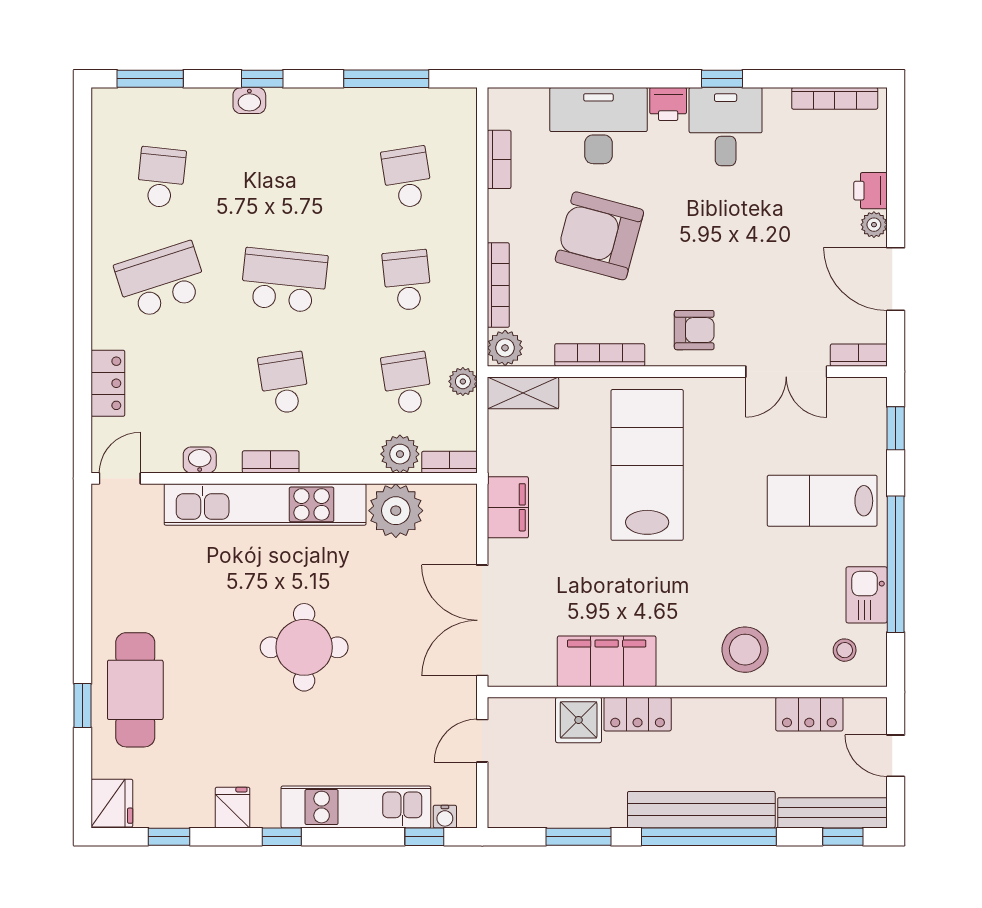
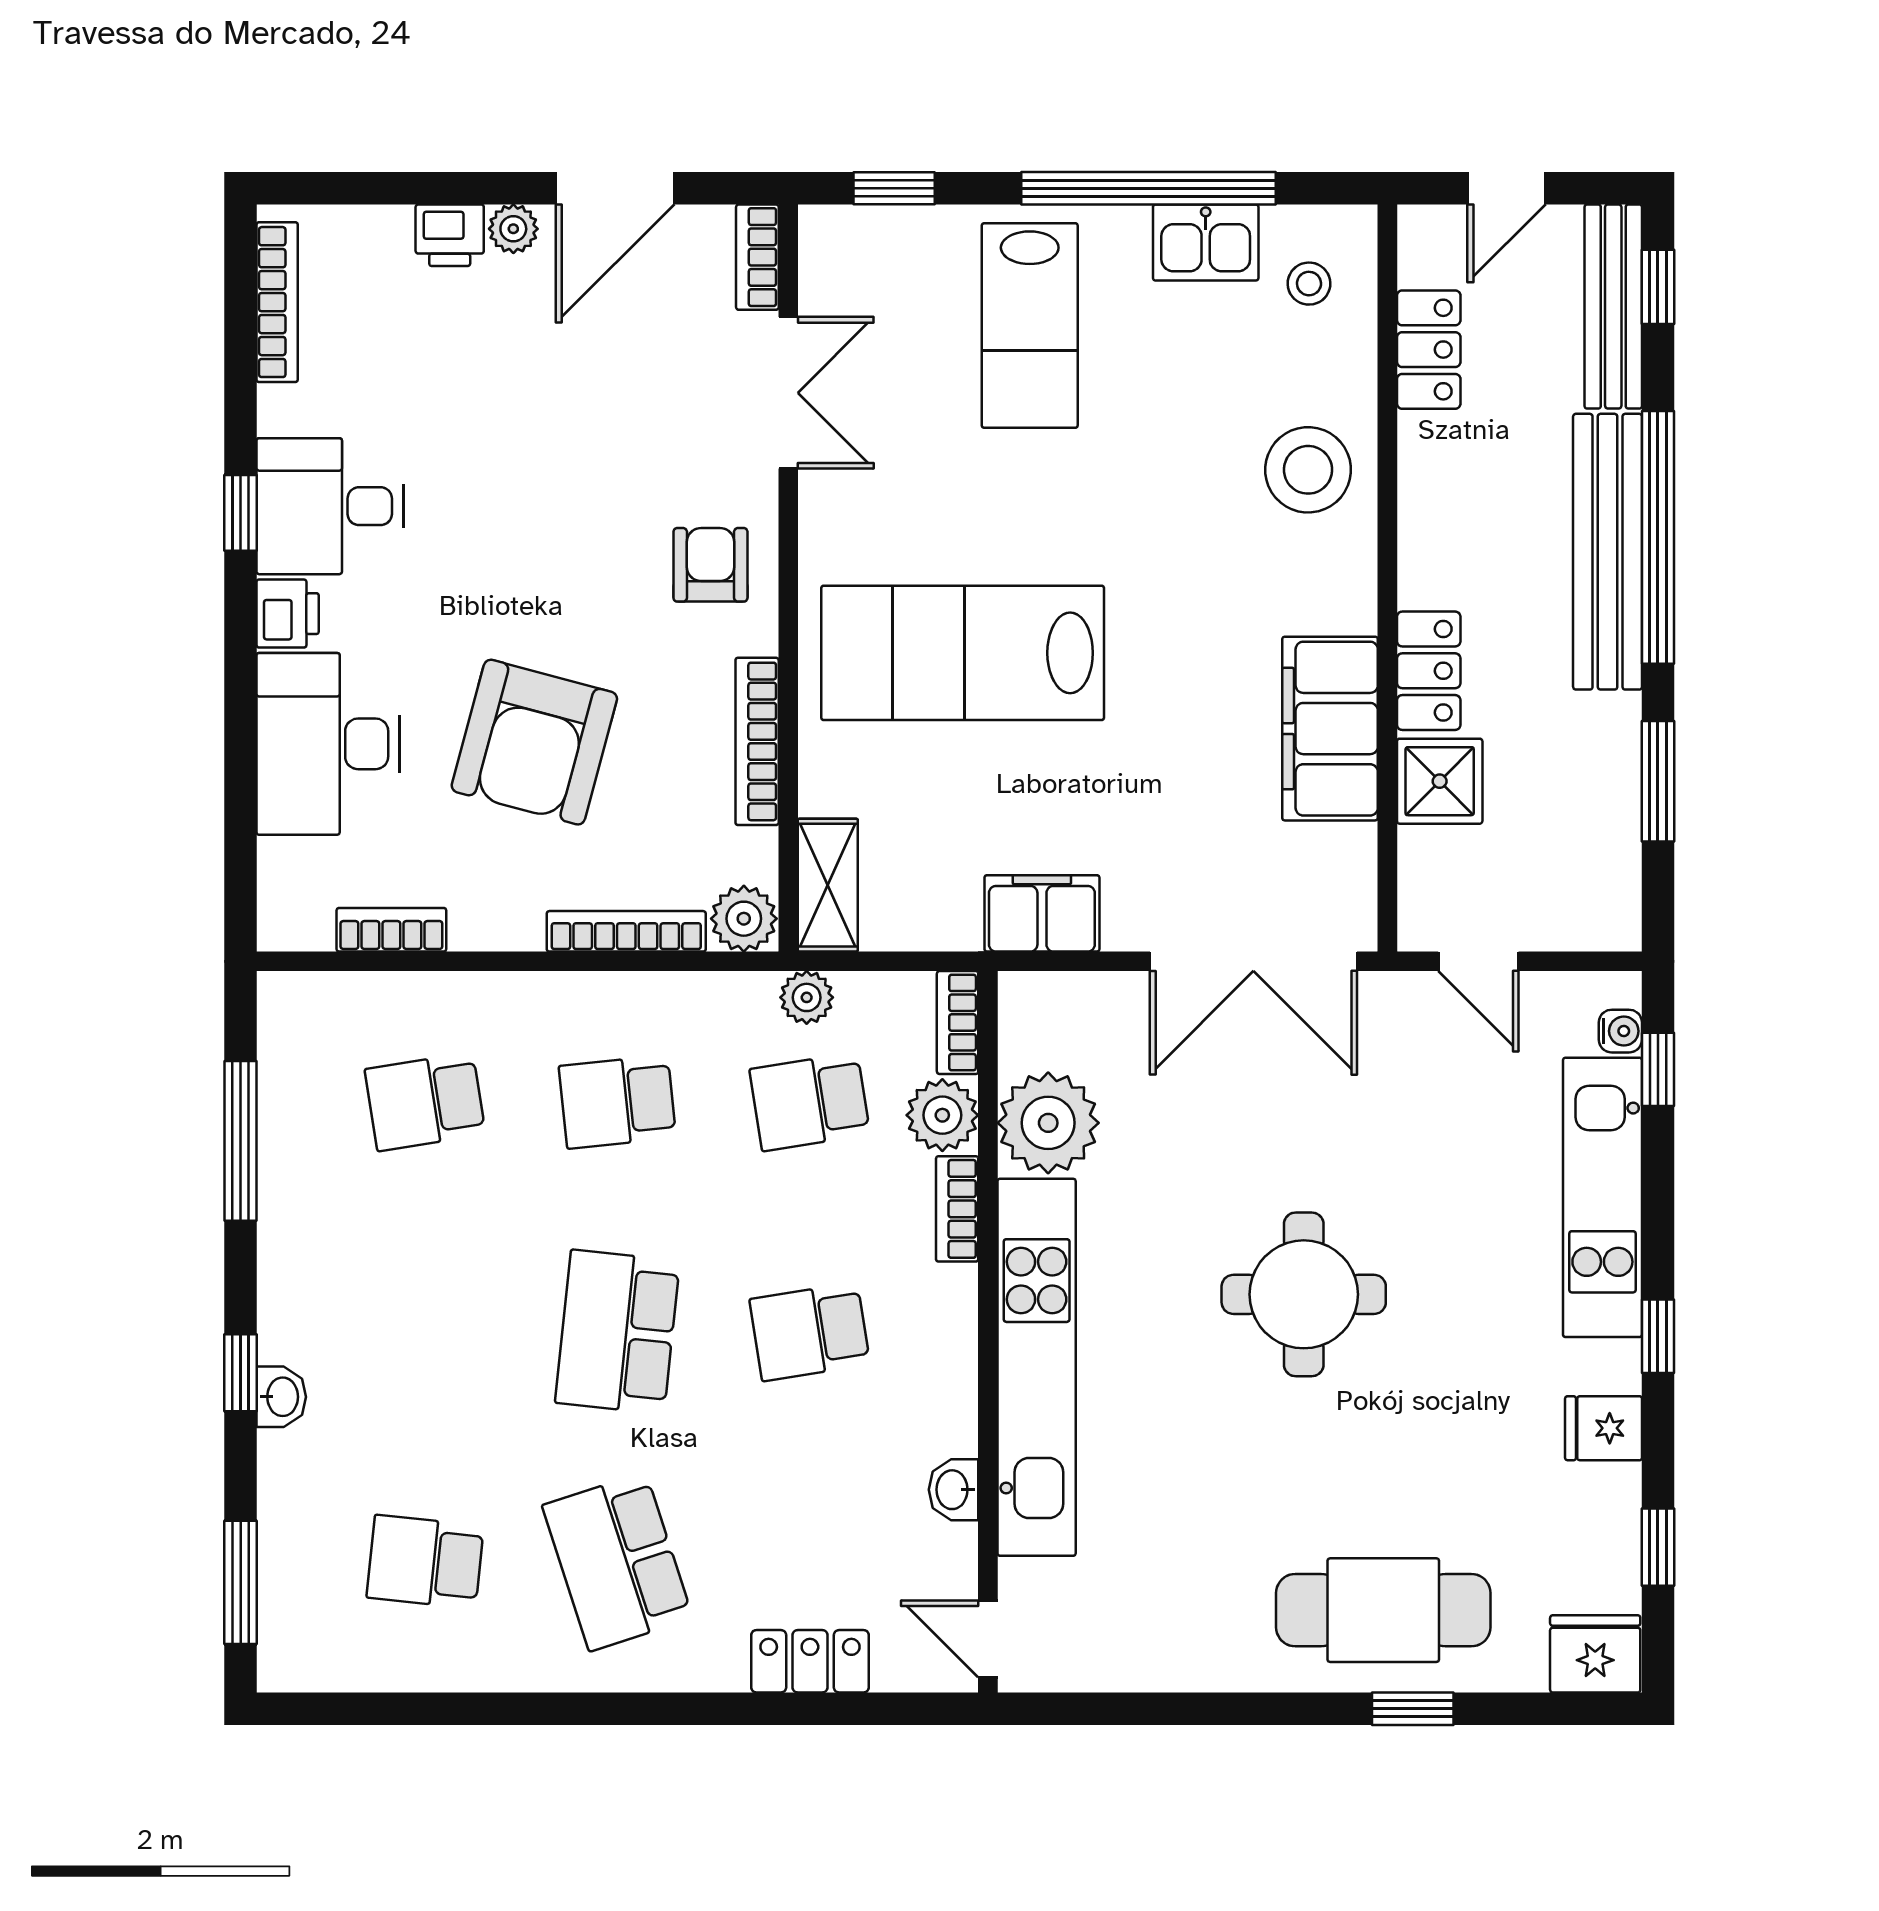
bookcase: (271, 462) -> (957, 1209), moved

